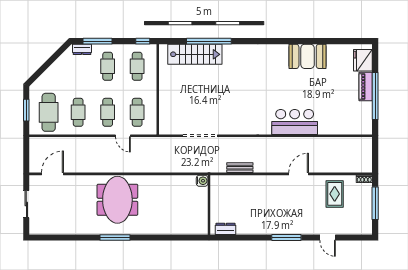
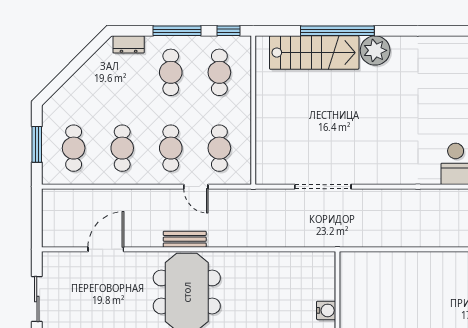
window: (98, 41) -> (177, 31), moved
plant: (232, 53) -> (375, 50), added
cafe table: (49, 112) -> (74, 148), width x0.73, depth x0.74
bench: (240, 168) -> (185, 239), moved
door: (52, 174) -> (106, 249), moved
water cooler: (202, 181) -> (326, 310), moved

